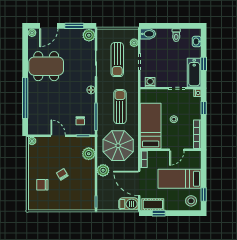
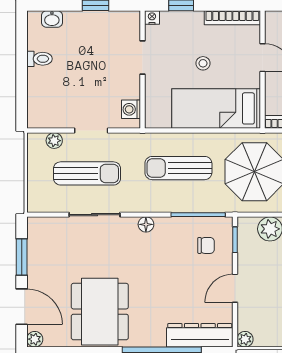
bidet: (148, 34) -> (37, 114), removed
plant: (89, 35) -> (40, 229), removed
bathtub: (194, 73) -> (112, 24), removed
dresser: (34, 118) -> (200, 335), added

